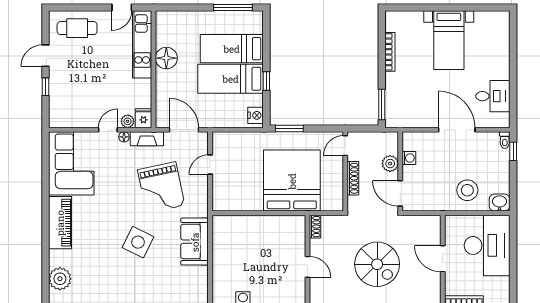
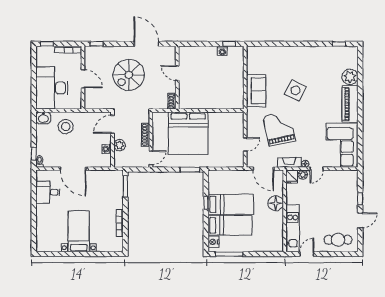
floor lamp: (166, 58) -> (276, 203), moved
nightstand: (256, 115) -> (213, 242), moved
door: (400, 193) -> (112, 124), swing flipped
spiral stairs: (377, 264) -> (129, 75), turned -90
plant: (60, 279) -> (350, 77), moved

